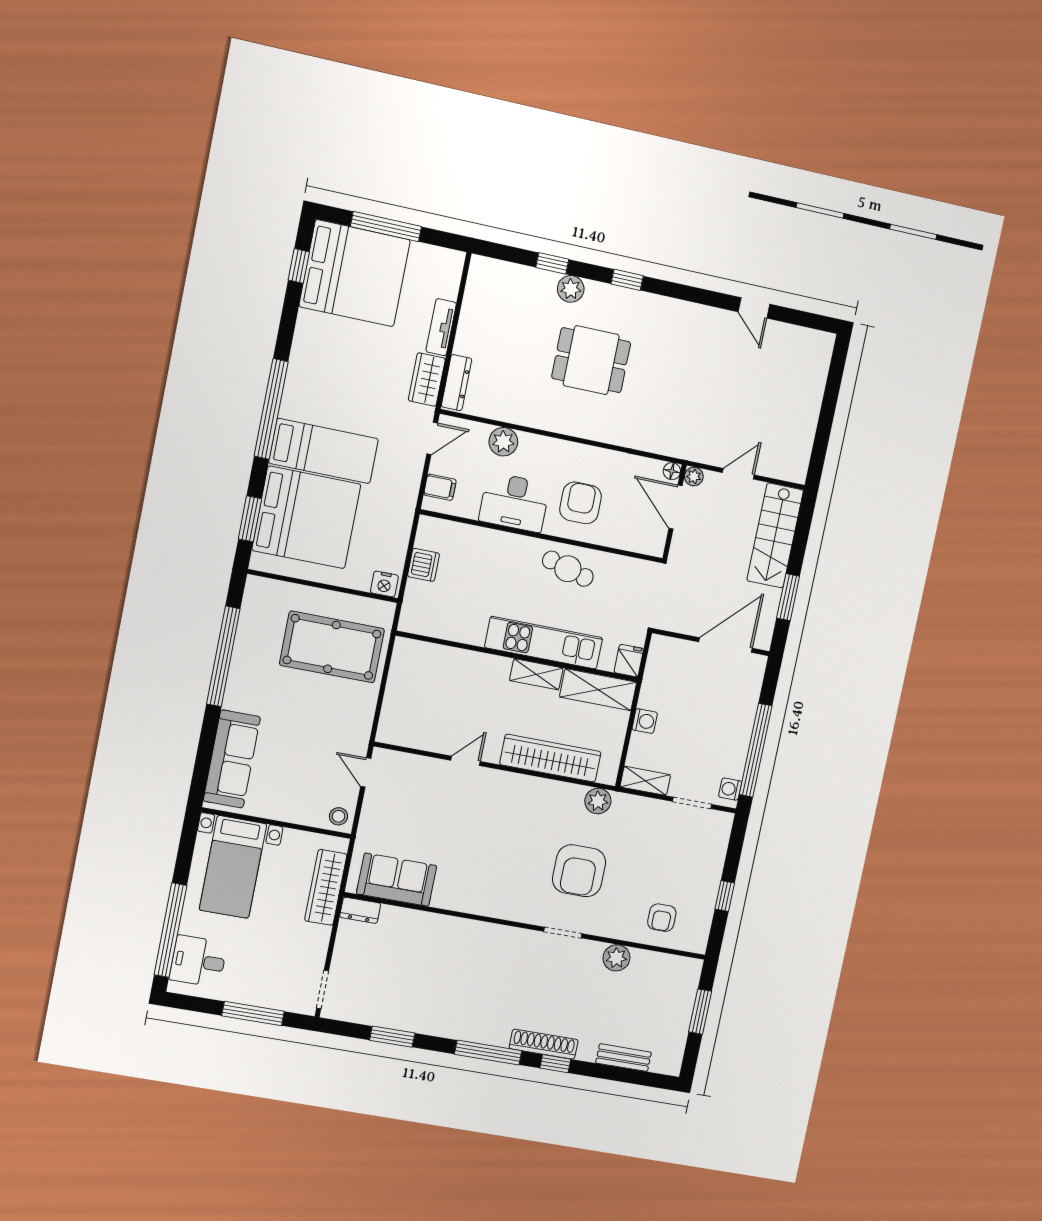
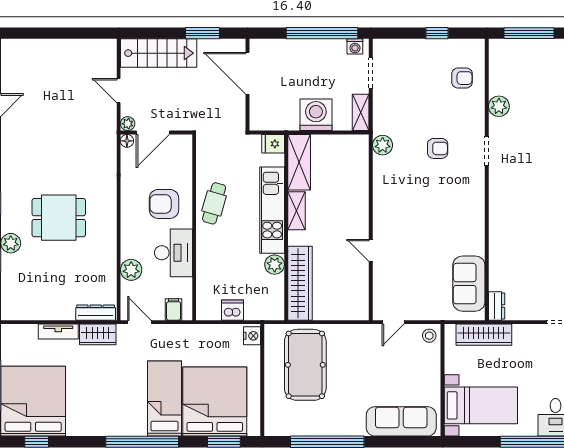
dining table: (591, 360) -> (59, 218), turned 90
plant: (472, 632) -> (275, 265), added
washing machine: (645, 721) -> (316, 115), width x1.89, depth x1.89
wardrobe: (550, 758) -> (300, 283), moved, turned 180
armchair: (579, 871) -> (438, 148), width x0.53, depth x0.53
window: (700, 1012) -> (529, 33), width x1.44

